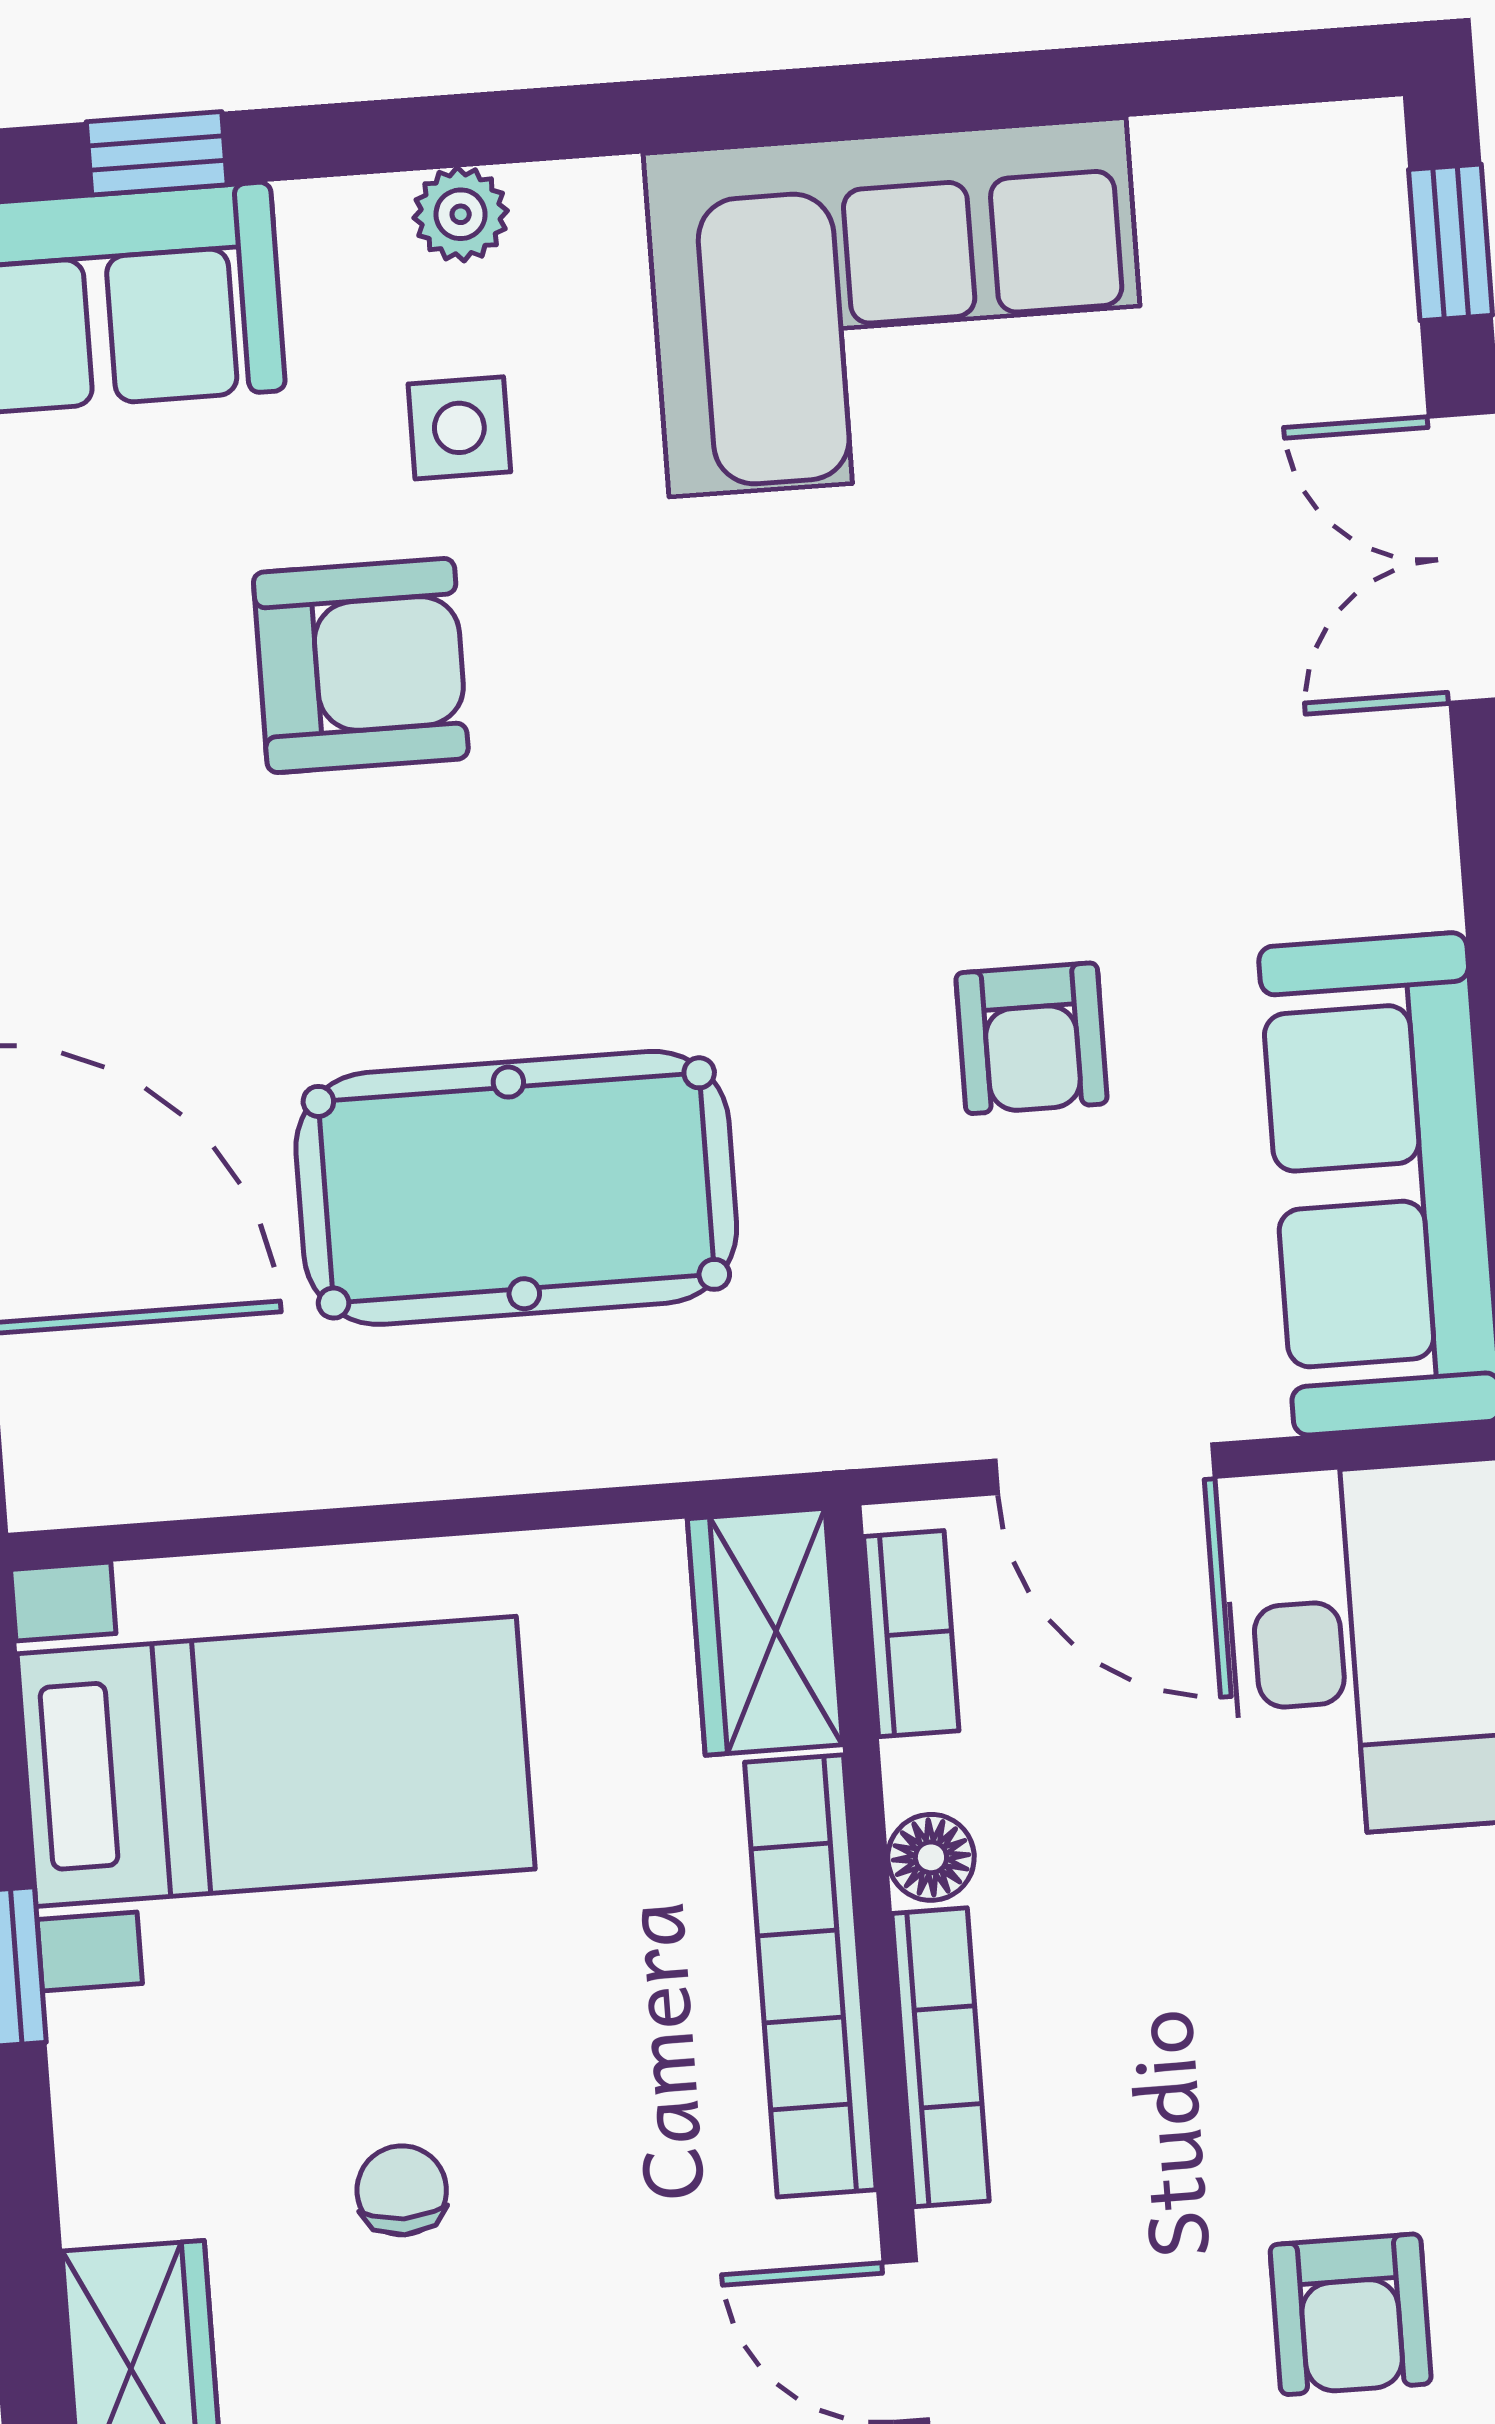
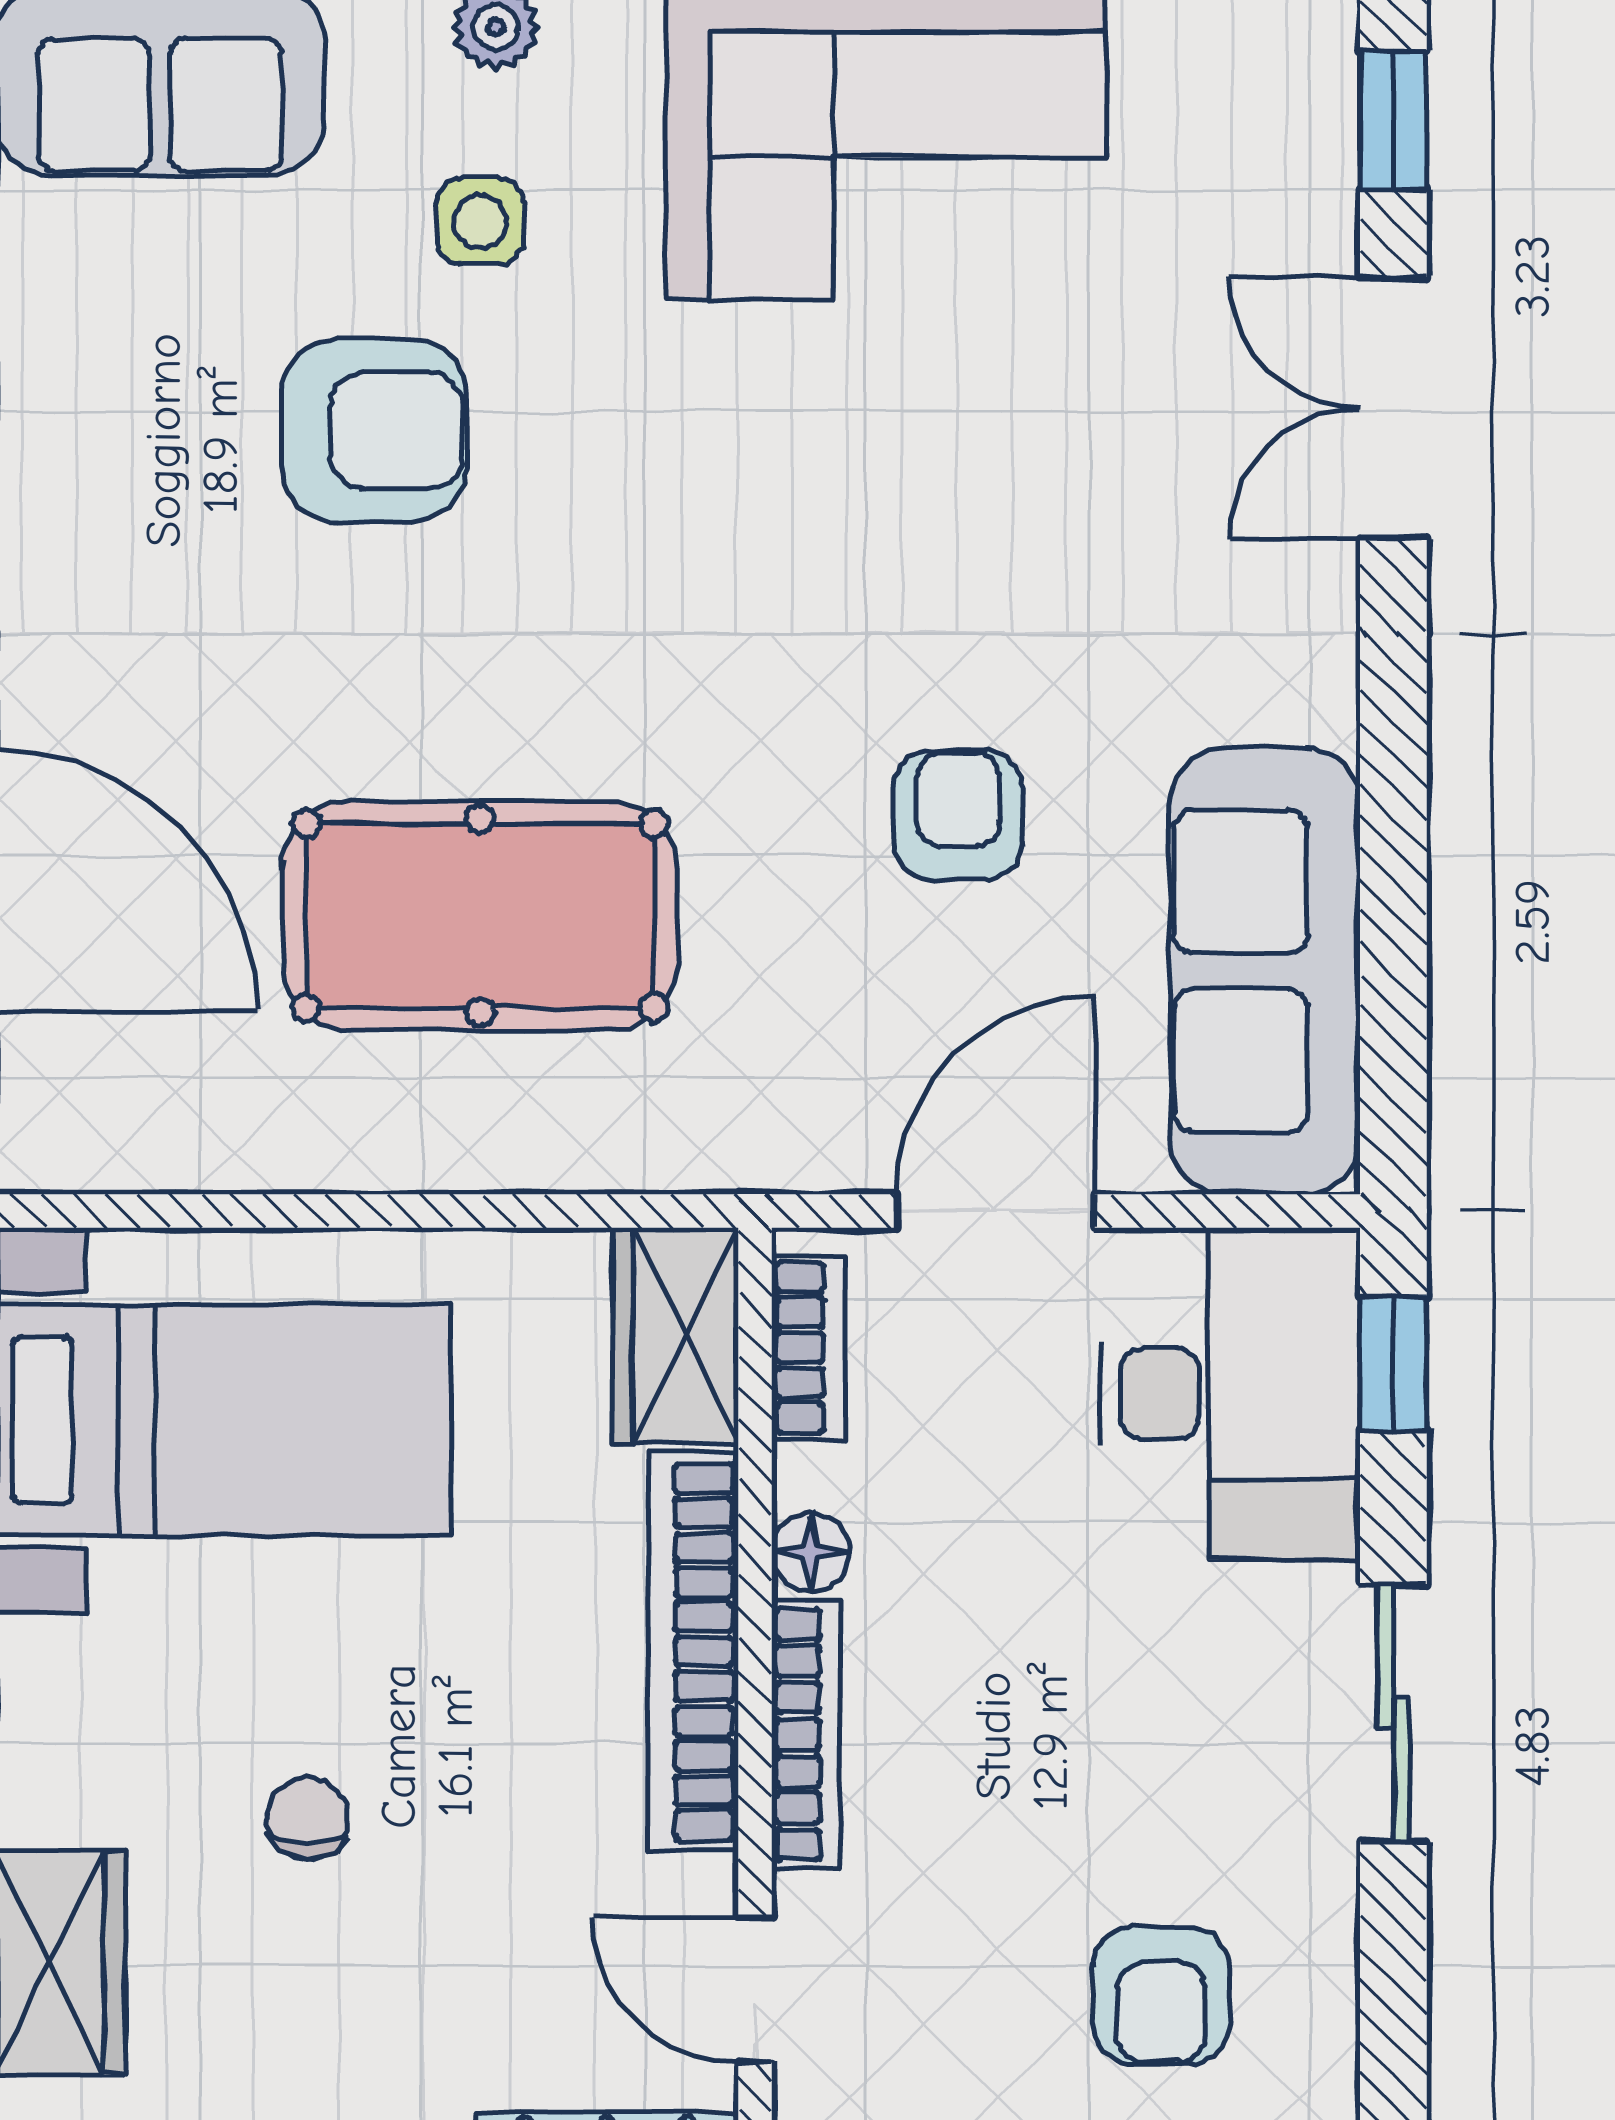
armchair: (1031, 1038) -> (958, 815), turned 180
door: (1105, 1469) -> (996, 1211), swing flipped

